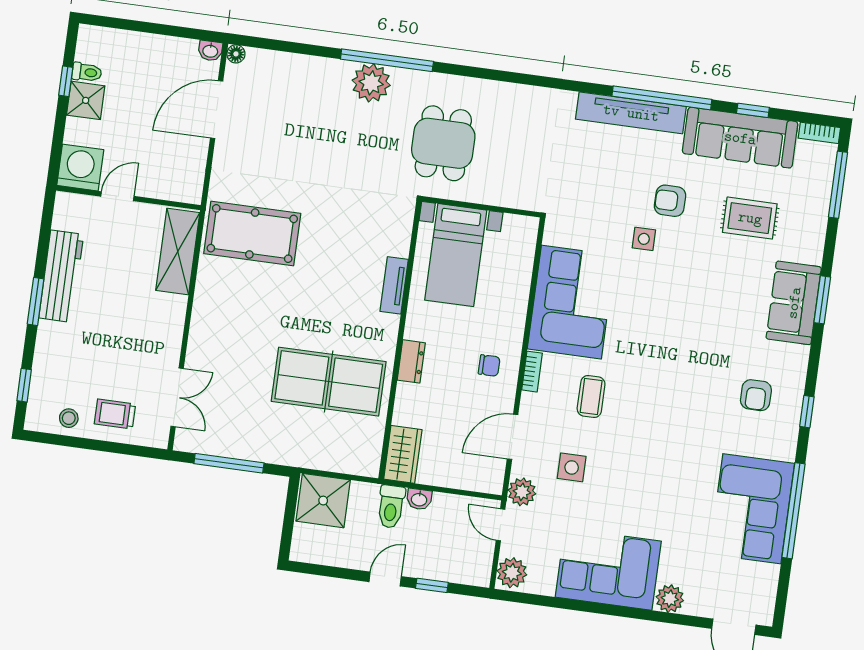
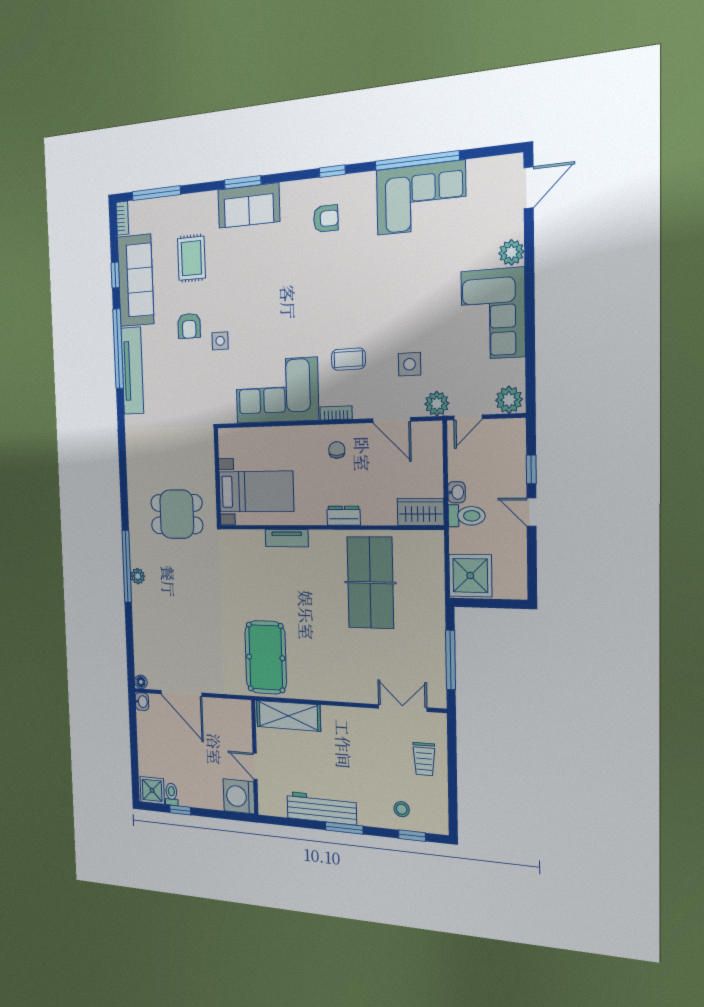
plant: (371, 83) -> (138, 576), width x0.53, depth x0.53
shower: (86, 100) -> (152, 790), moved
stool: (69, 418) -> (402, 809), moved

